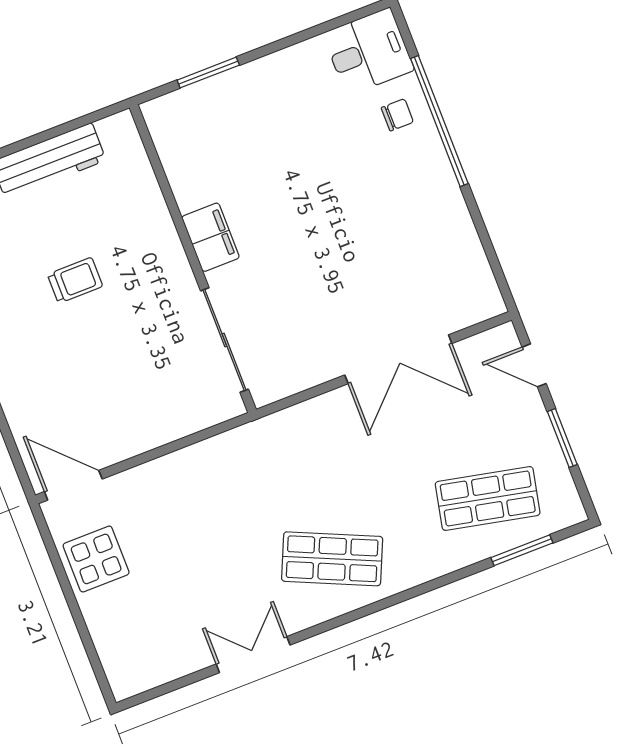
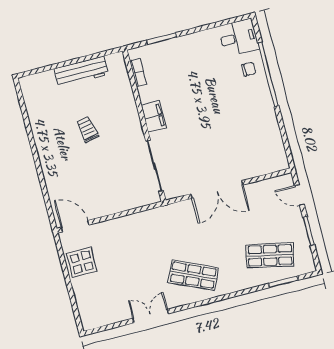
bookcase: (167, 149) -> (138, 73), added
trolley: (75, 280) -> (87, 129), turned -102
double door: (398, 359) -> (217, 189), moved

